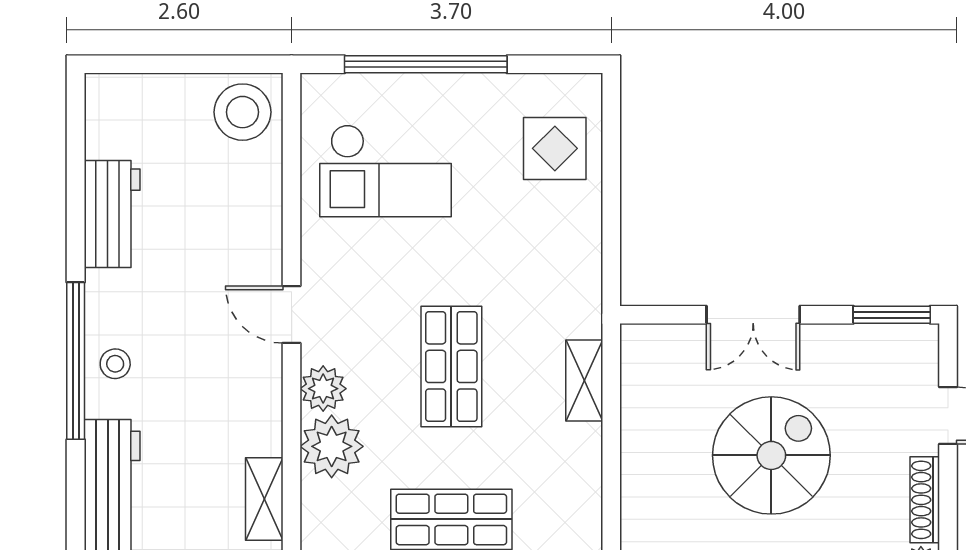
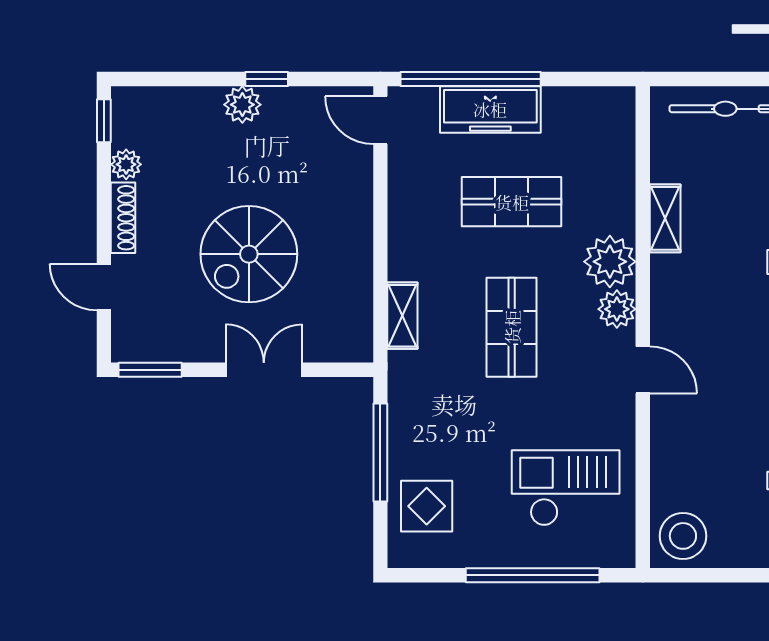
window: (611, 214) -> (380, 452), added

